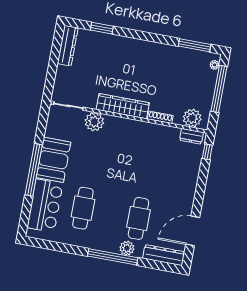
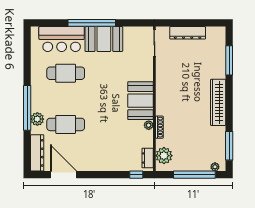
window: (102, 28) -> (229, 60), width x1.44
dresser: (68, 46) -> (188, 33), moved
wardrobe: (123, 106) -> (218, 102), moved, turned 180
plant: (94, 122) -> (149, 125), moved, width x0.53, depth x0.53
booth: (128, 132) -> (140, 101), added

